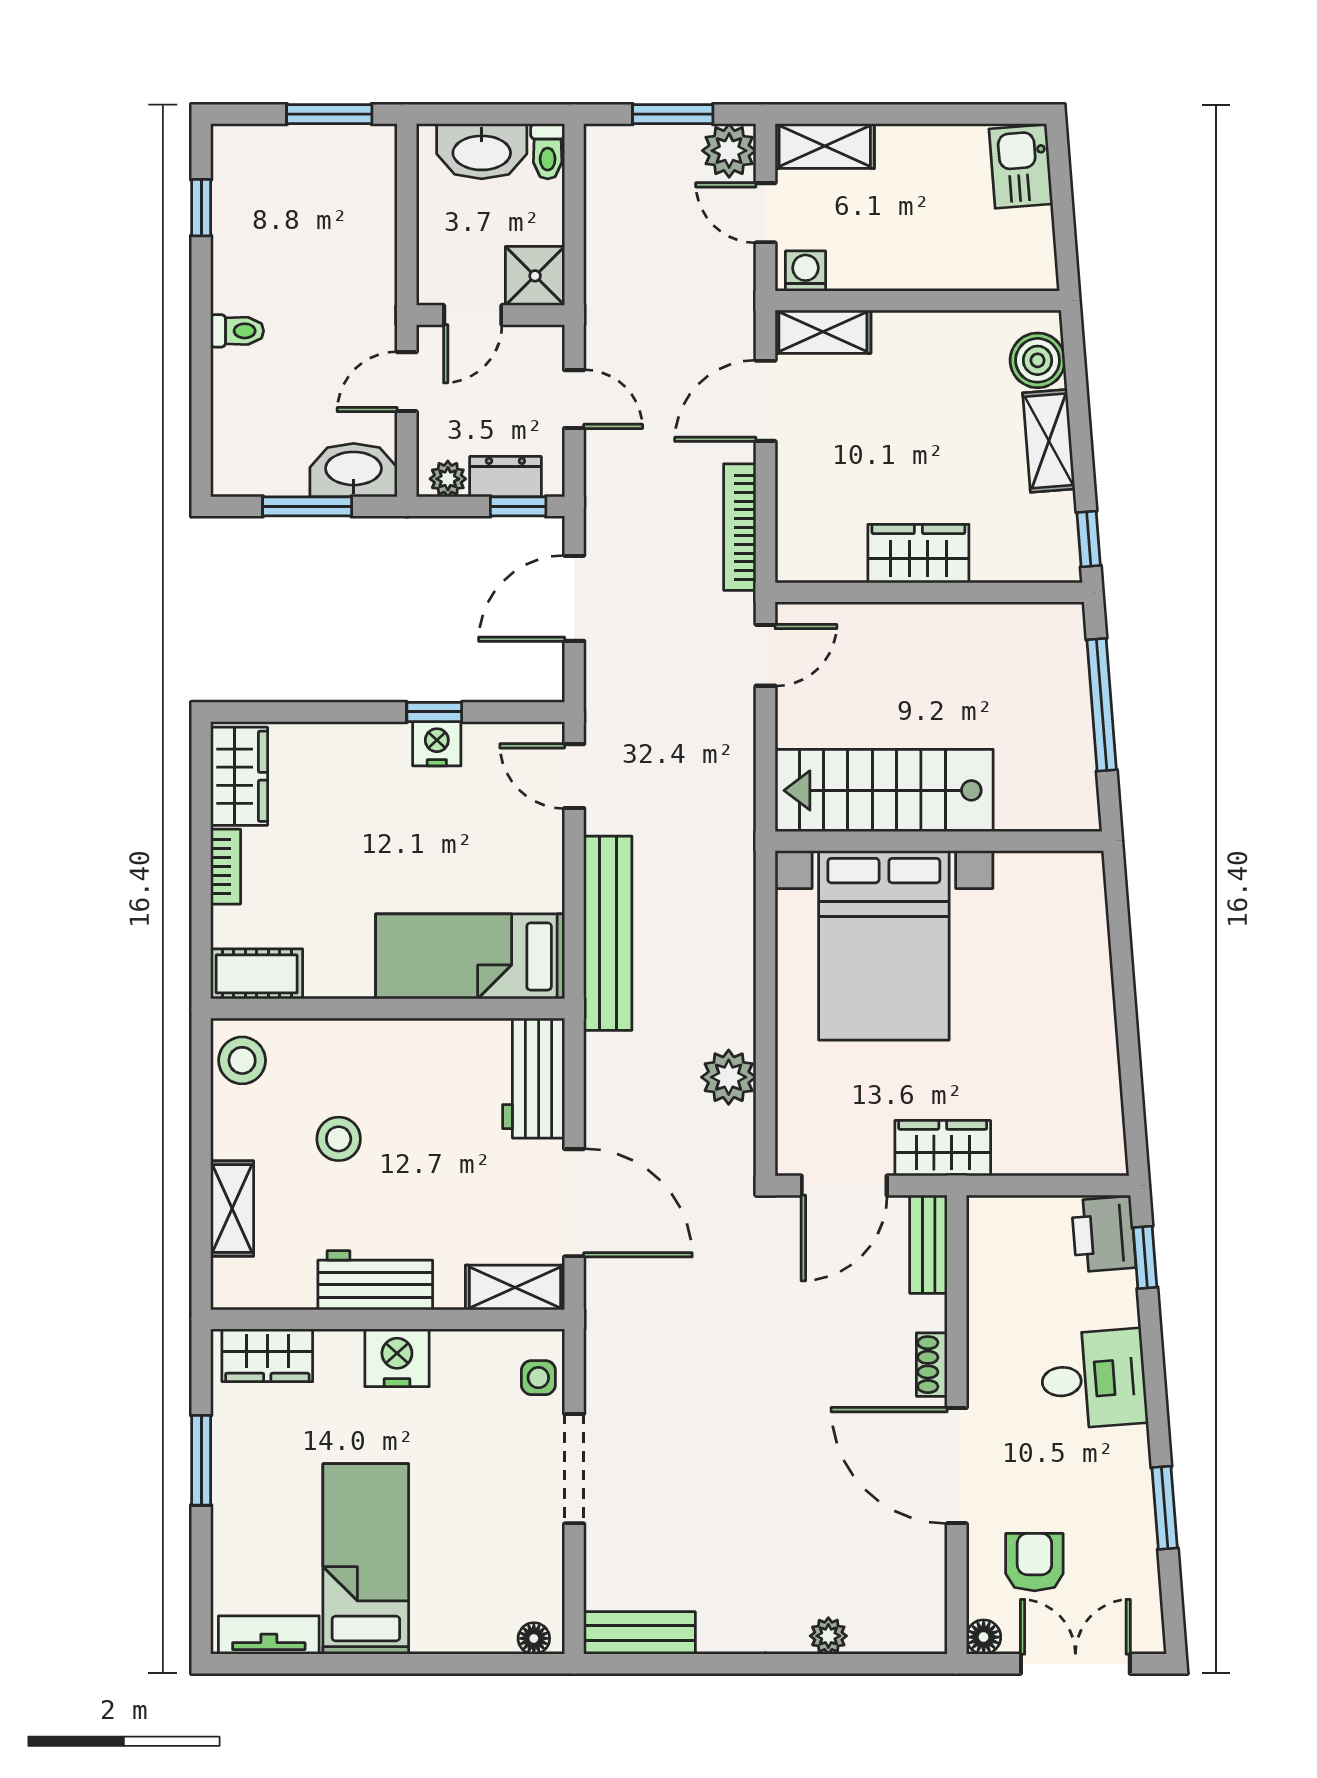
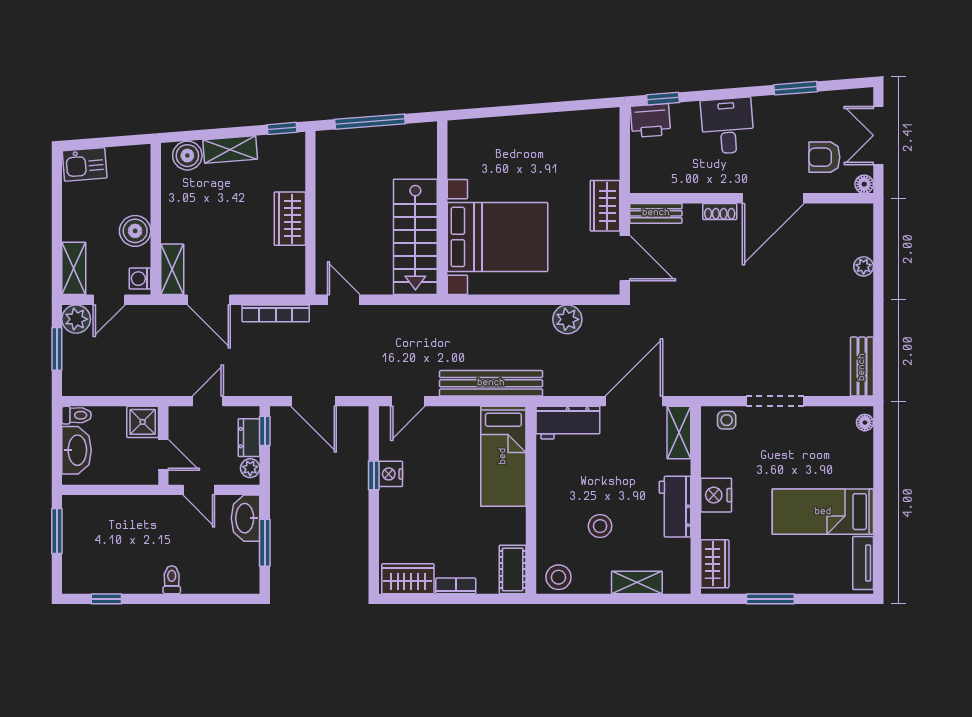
boiler: (895, 262) -> (135, 231), added

